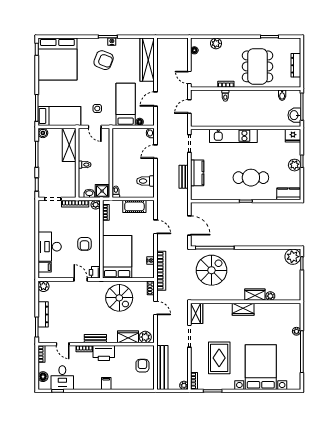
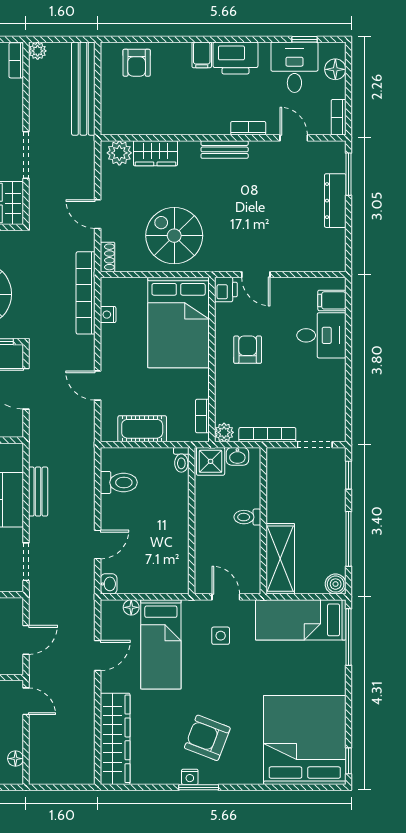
desk: (50, 247) -> (321, 335), width x0.73
plant: (43, 286) -> (334, 260), removed
printer: (104, 353) -> (235, 58), moved, turned 180
armchair: (142, 366) -> (137, 63), moved

